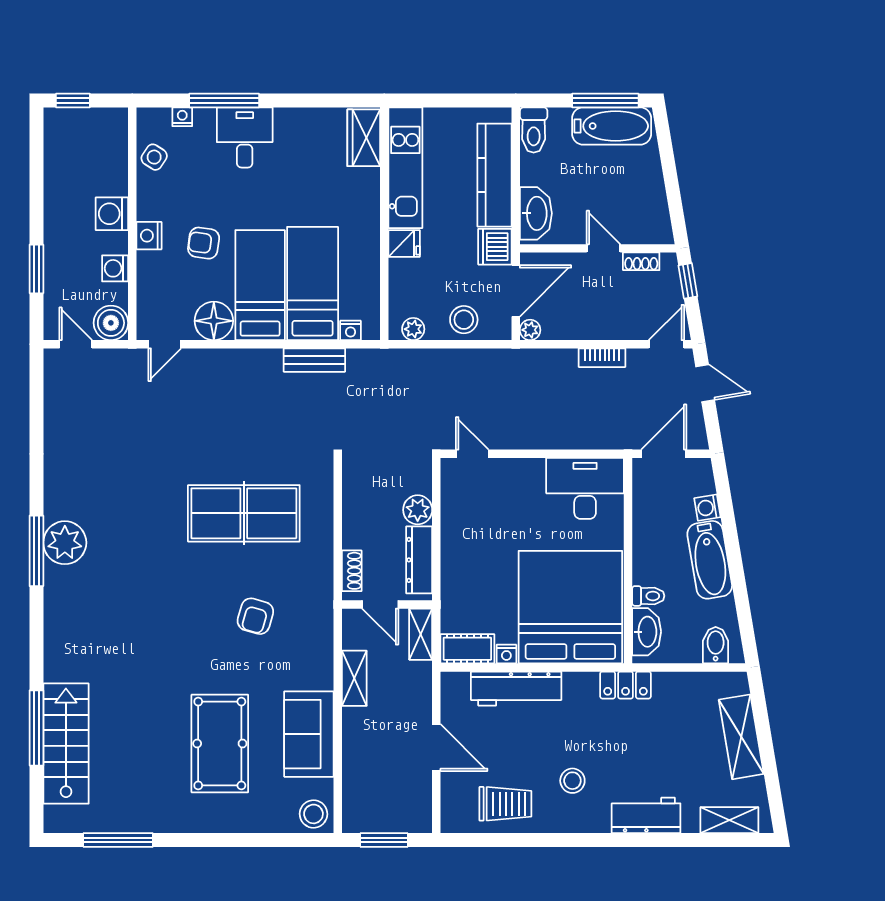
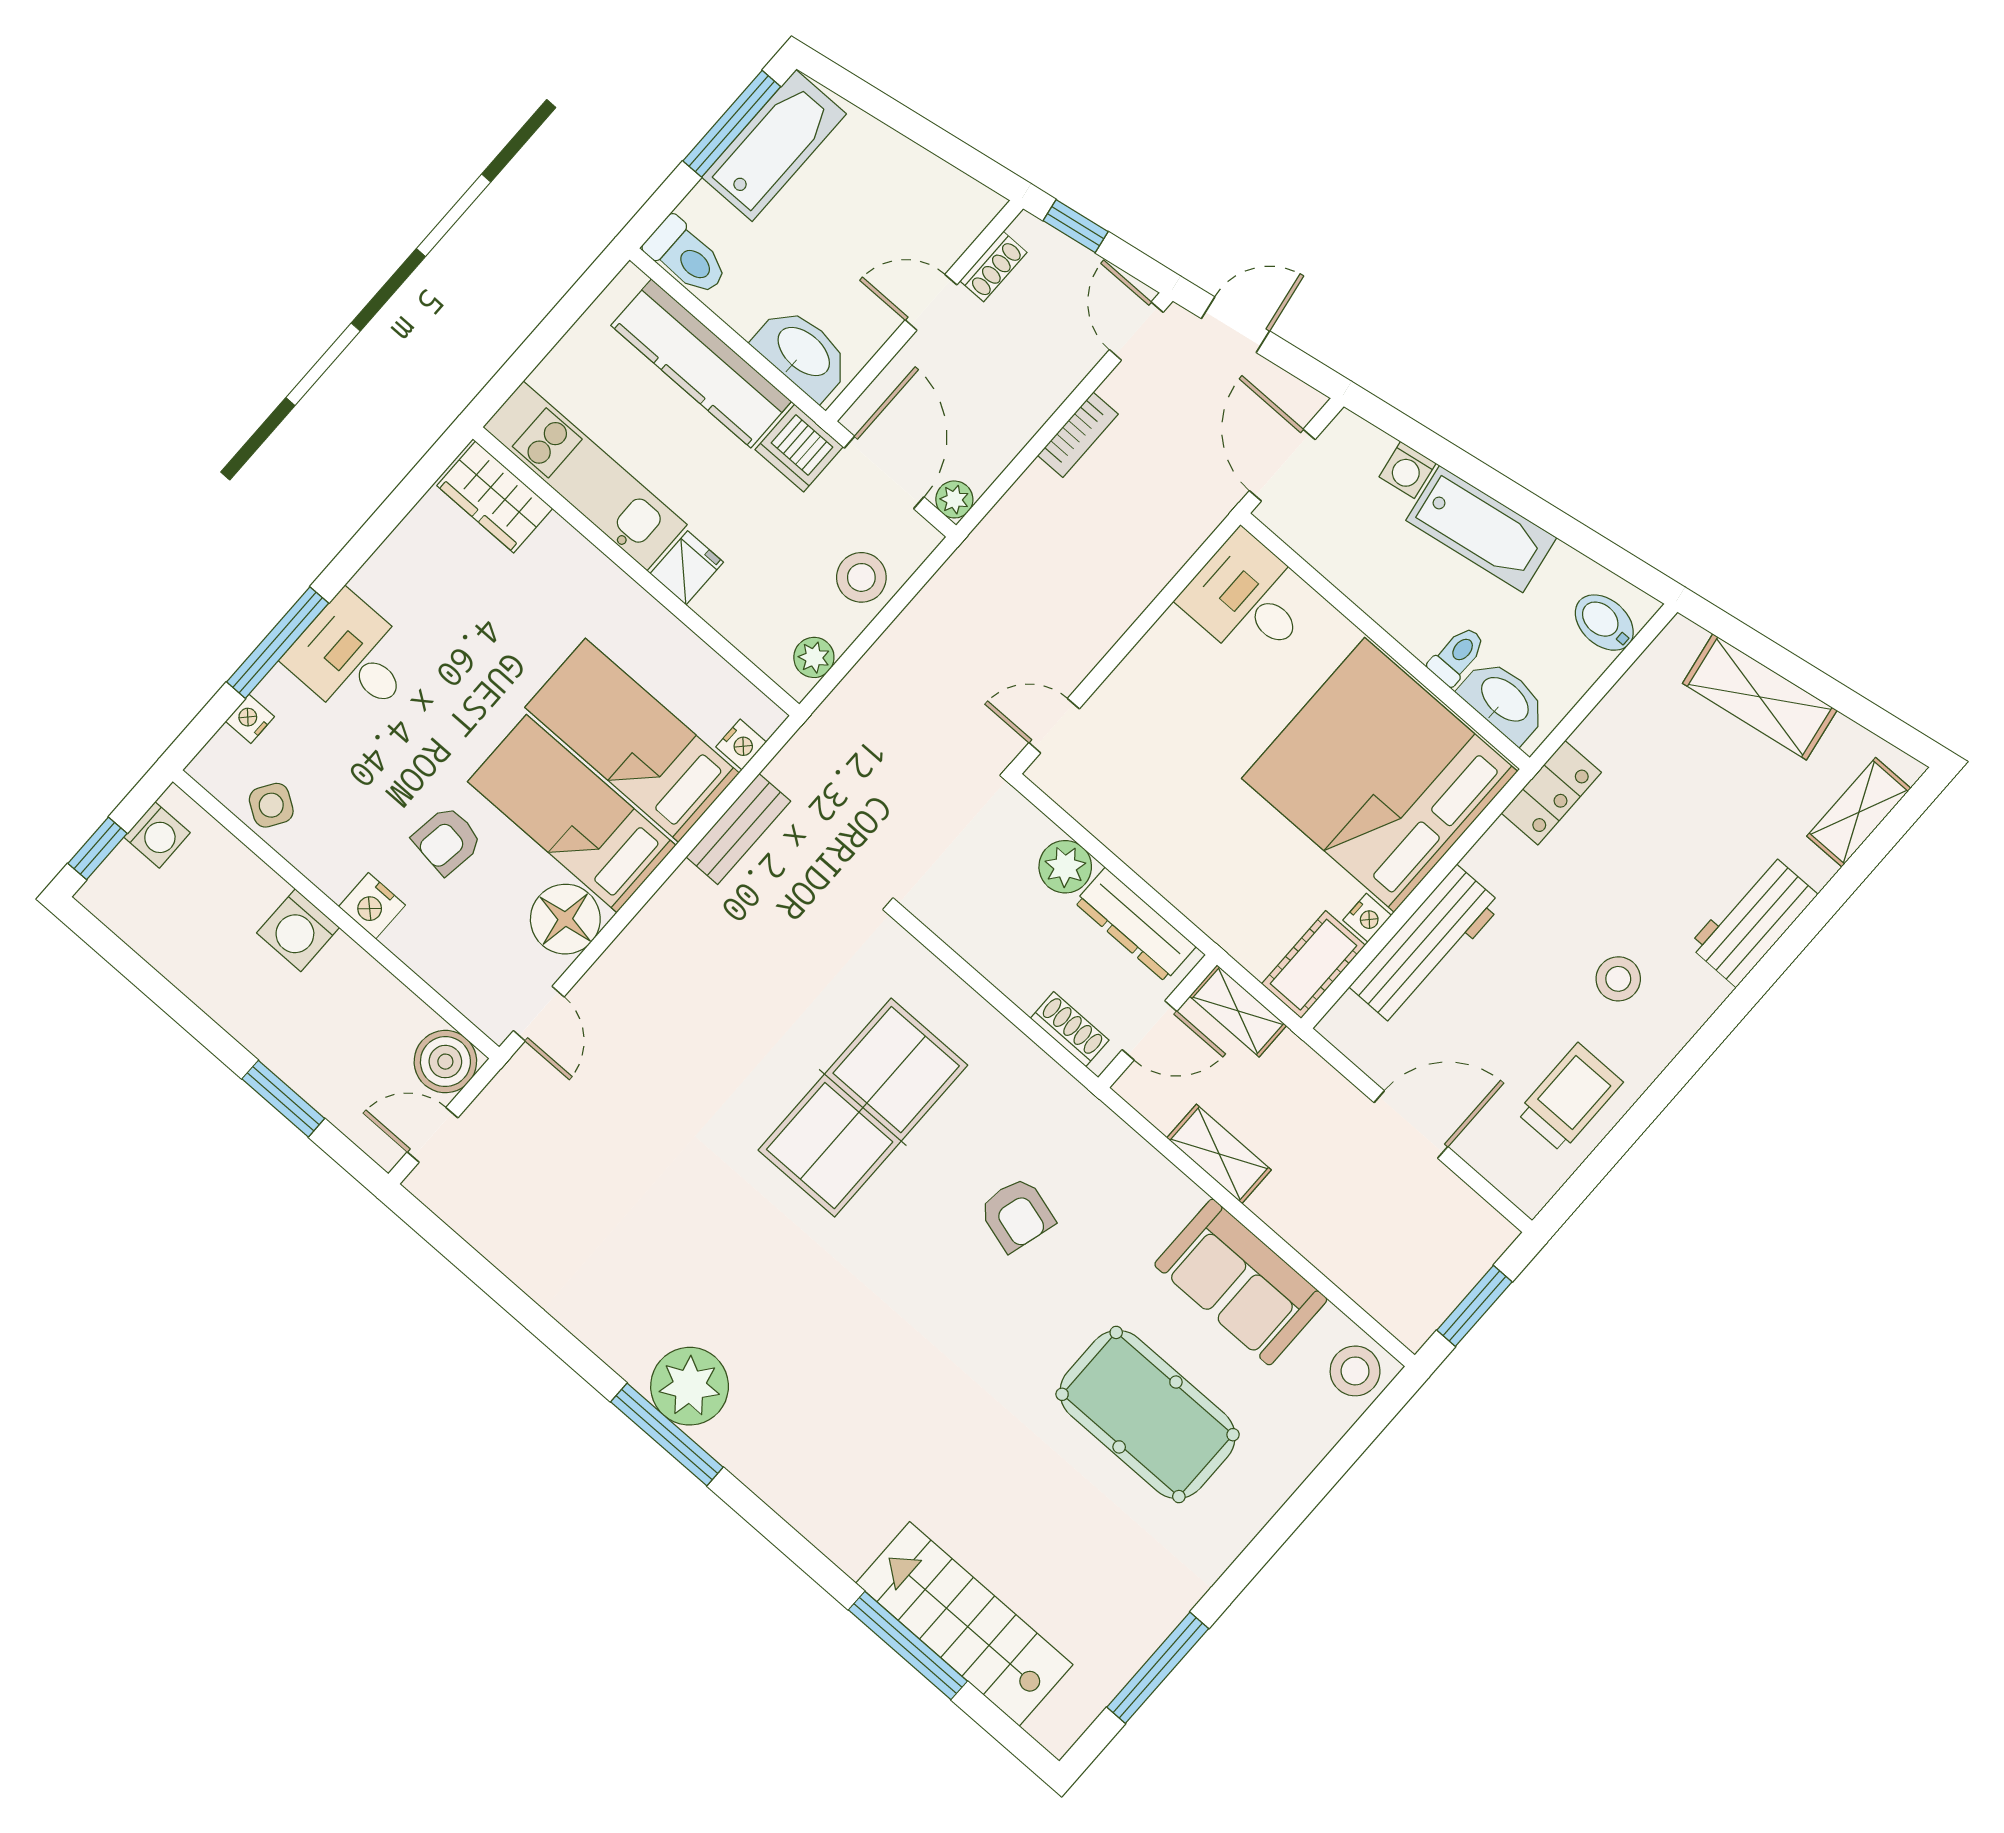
washing machine: (115, 268) -> (157, 835), moved, turned -90
desk: (585, 488) -> (1248, 599), width x0.73

